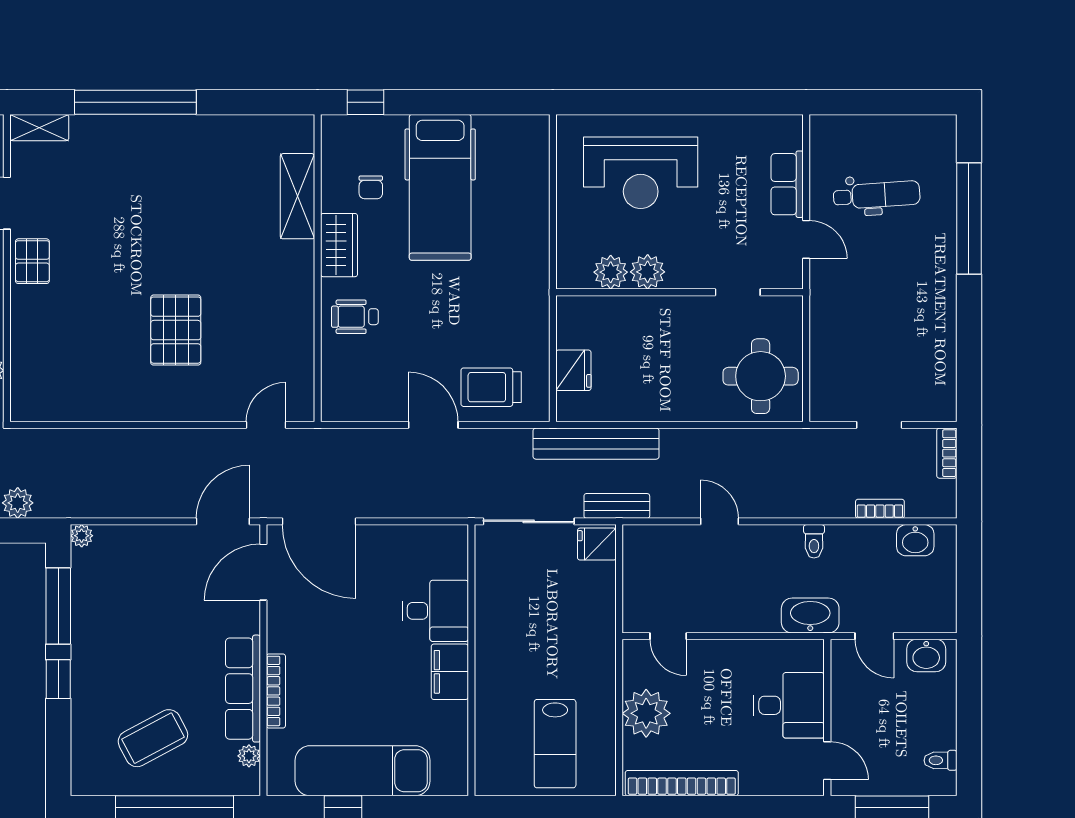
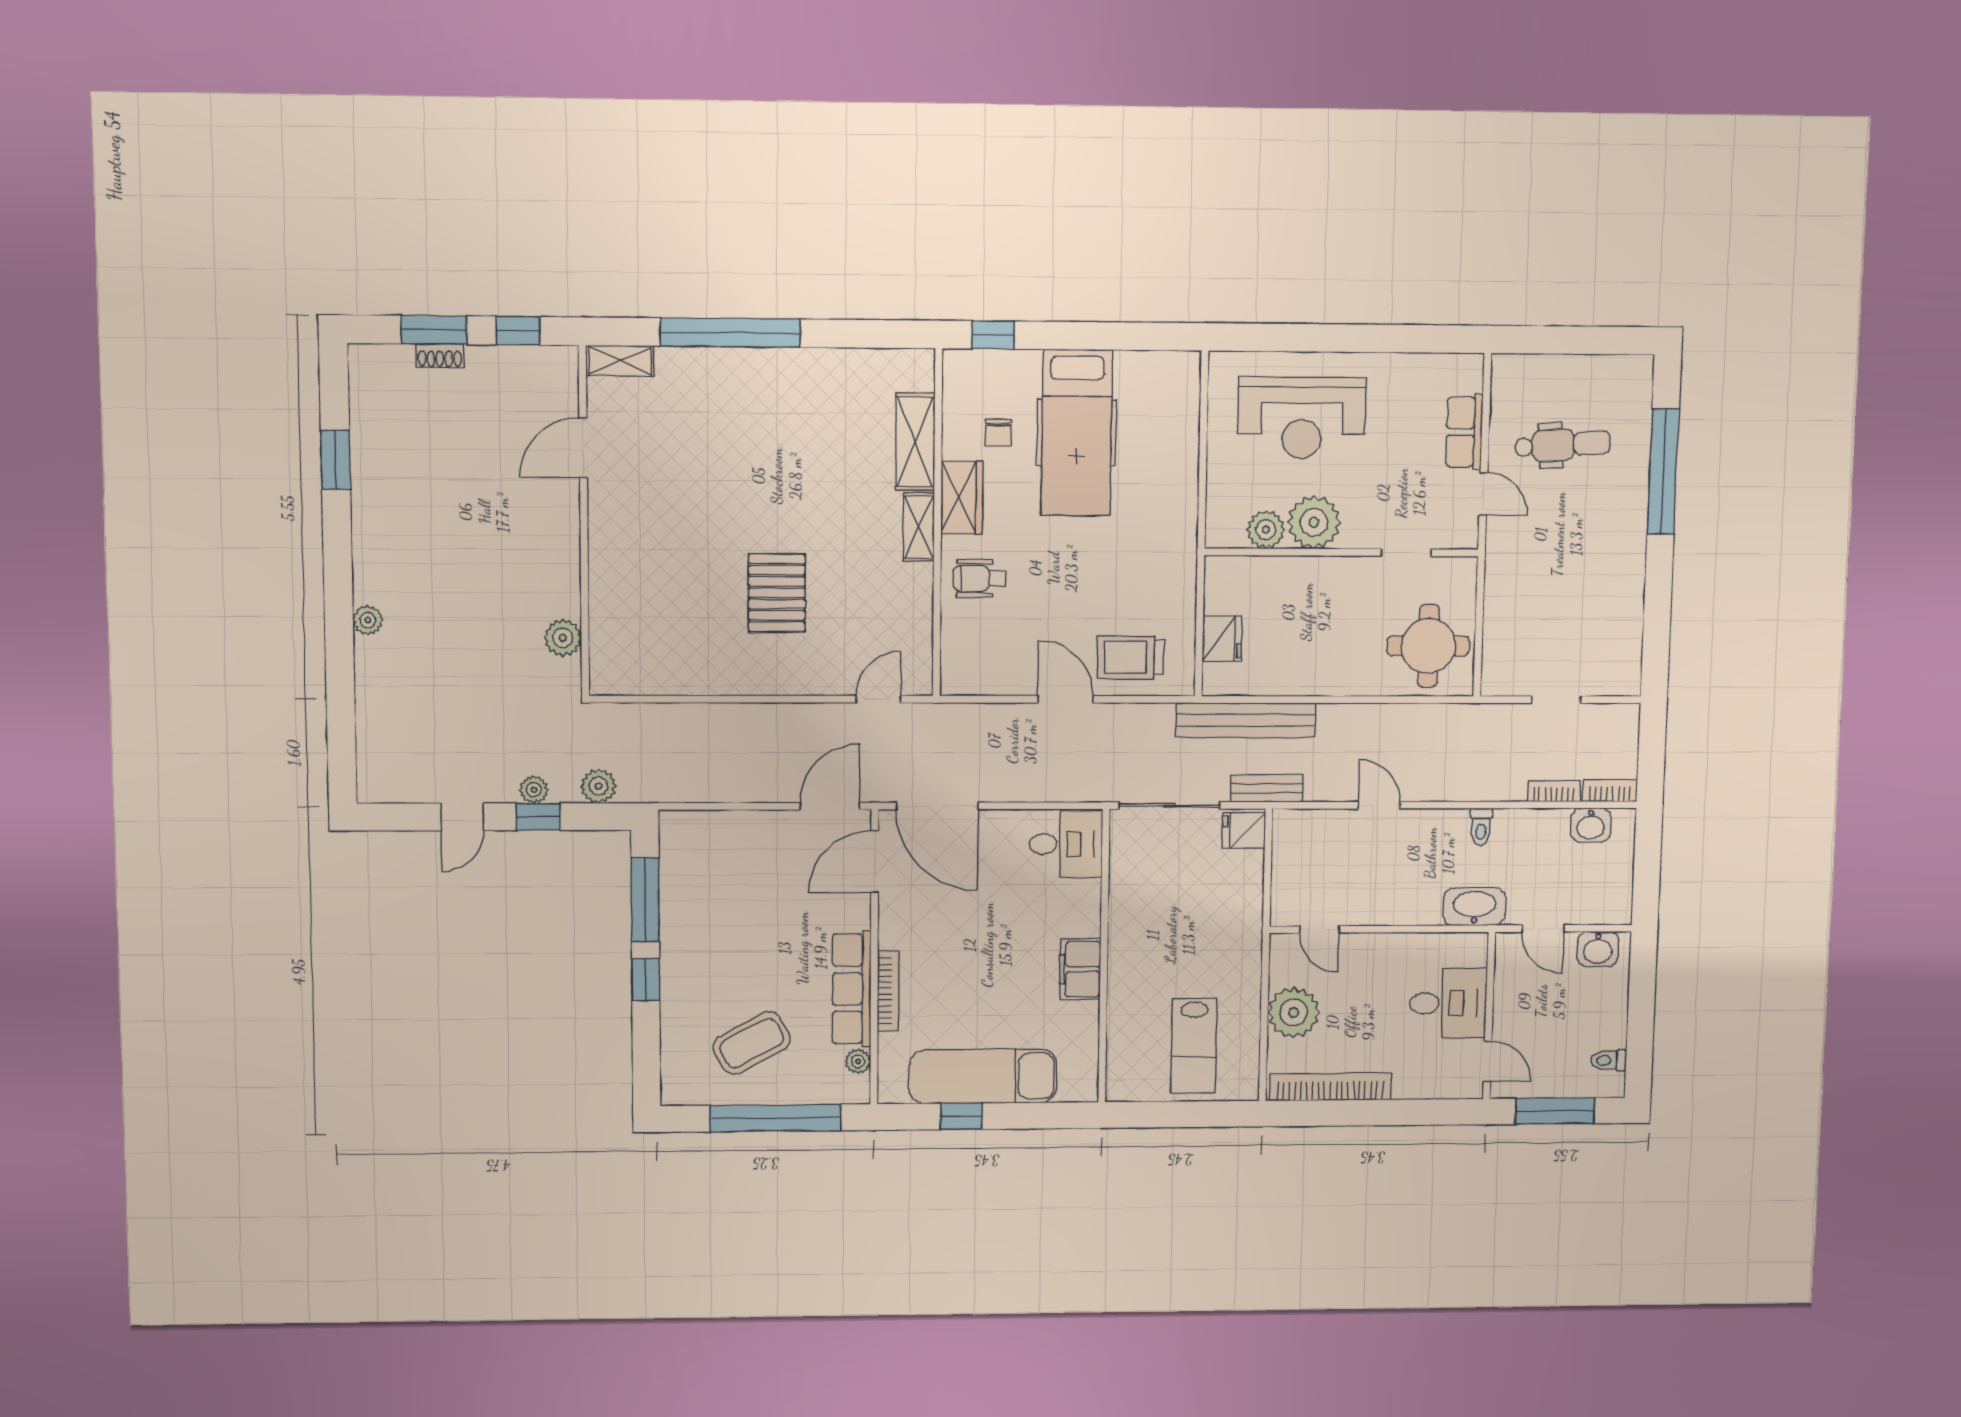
pallet: (32, 261) -> (613, 514), removed
shelving: (301, 271) -> (919, 527), added
plant: (648, 272) -> (1314, 522), width x1.36, depth x1.36
bookcase: (947, 453) -> (1610, 791), moved, turned 90
plant: (82, 536) -> (671, 822), removed
desk: (435, 611) -> (1066, 844), moved

